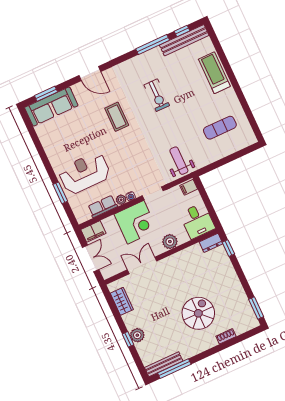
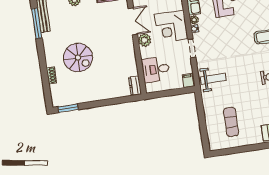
desk: (197, 221) -> (156, 69), moved
plant: (170, 242) -> (145, 40), moved
window: (228, 248) -> (126, 99), removed

